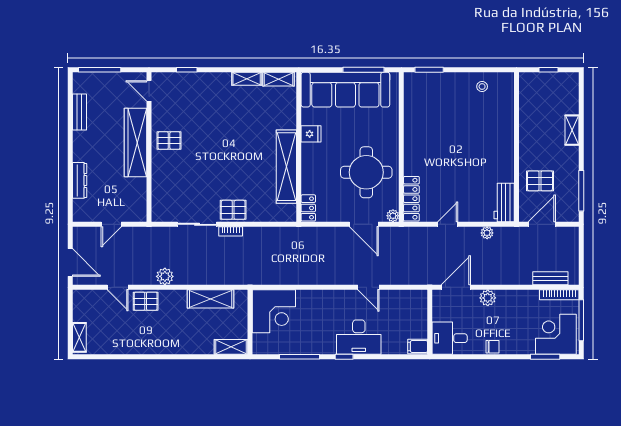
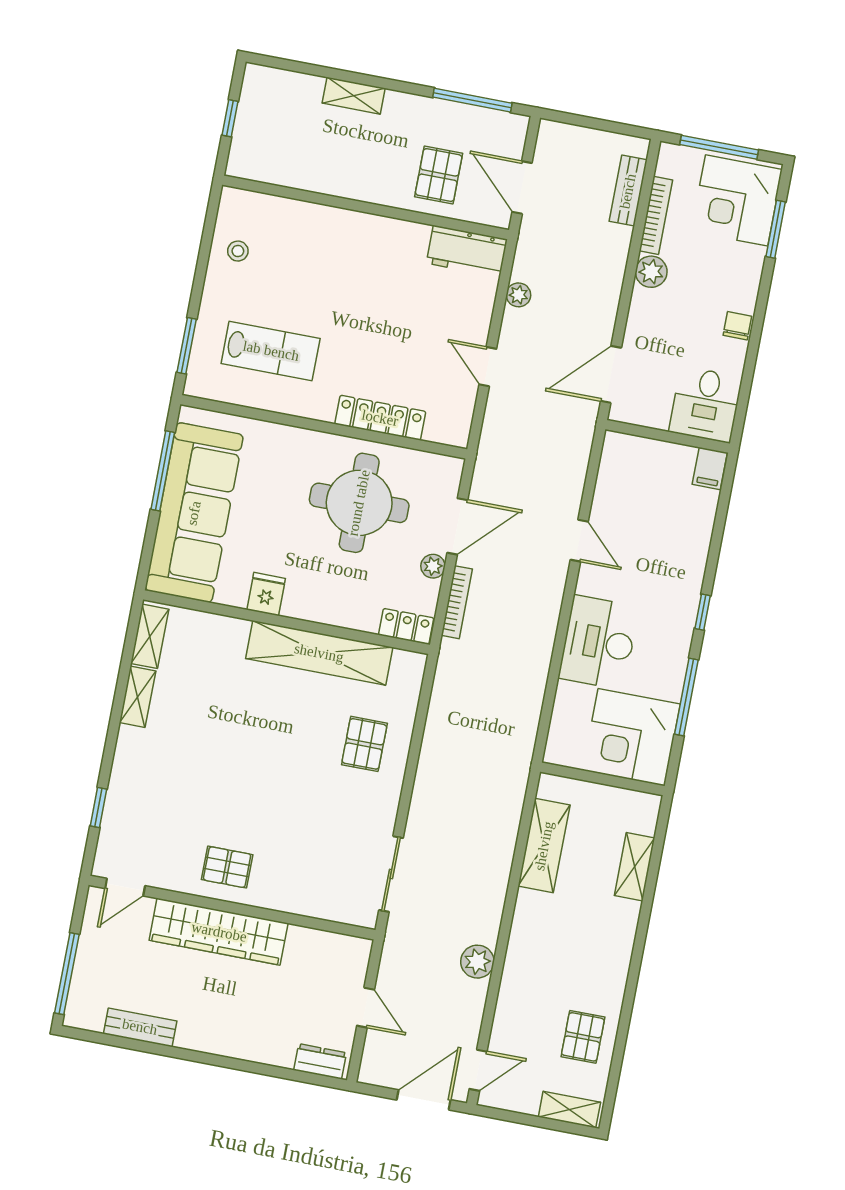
lab bench: (435, 113) -> (271, 351), added
pallet: (169, 141) -> (227, 867), turned 90
dresser: (80, 180) -> (320, 1061), moved, width x0.70
locker: (411, 199) -> (380, 418), moved
pallet: (233, 210) -> (364, 744), moved
plant: (393, 216) -> (433, 566), moved
sliding door: (197, 224) -> (391, 874), moved
bookcase: (231, 231) -> (457, 602), moved, width x1.56
plant: (165, 276) -> (477, 962), moved
door: (118, 287) -> (478, 1070), moved
door: (368, 287) -> (579, 541), hinge flipped
door: (456, 287) -> (611, 374), hinge flipped
bookcase: (559, 295) -> (656, 215), moved
plant: (488, 298) -> (651, 272), moved
pallet: (146, 301) -> (583, 1037), moved
corner desk: (274, 311) -> (631, 737), moved, turned 180
desk: (359, 337) -> (599, 642), moved, turned 180
shelving: (231, 347) -> (635, 867), moved

